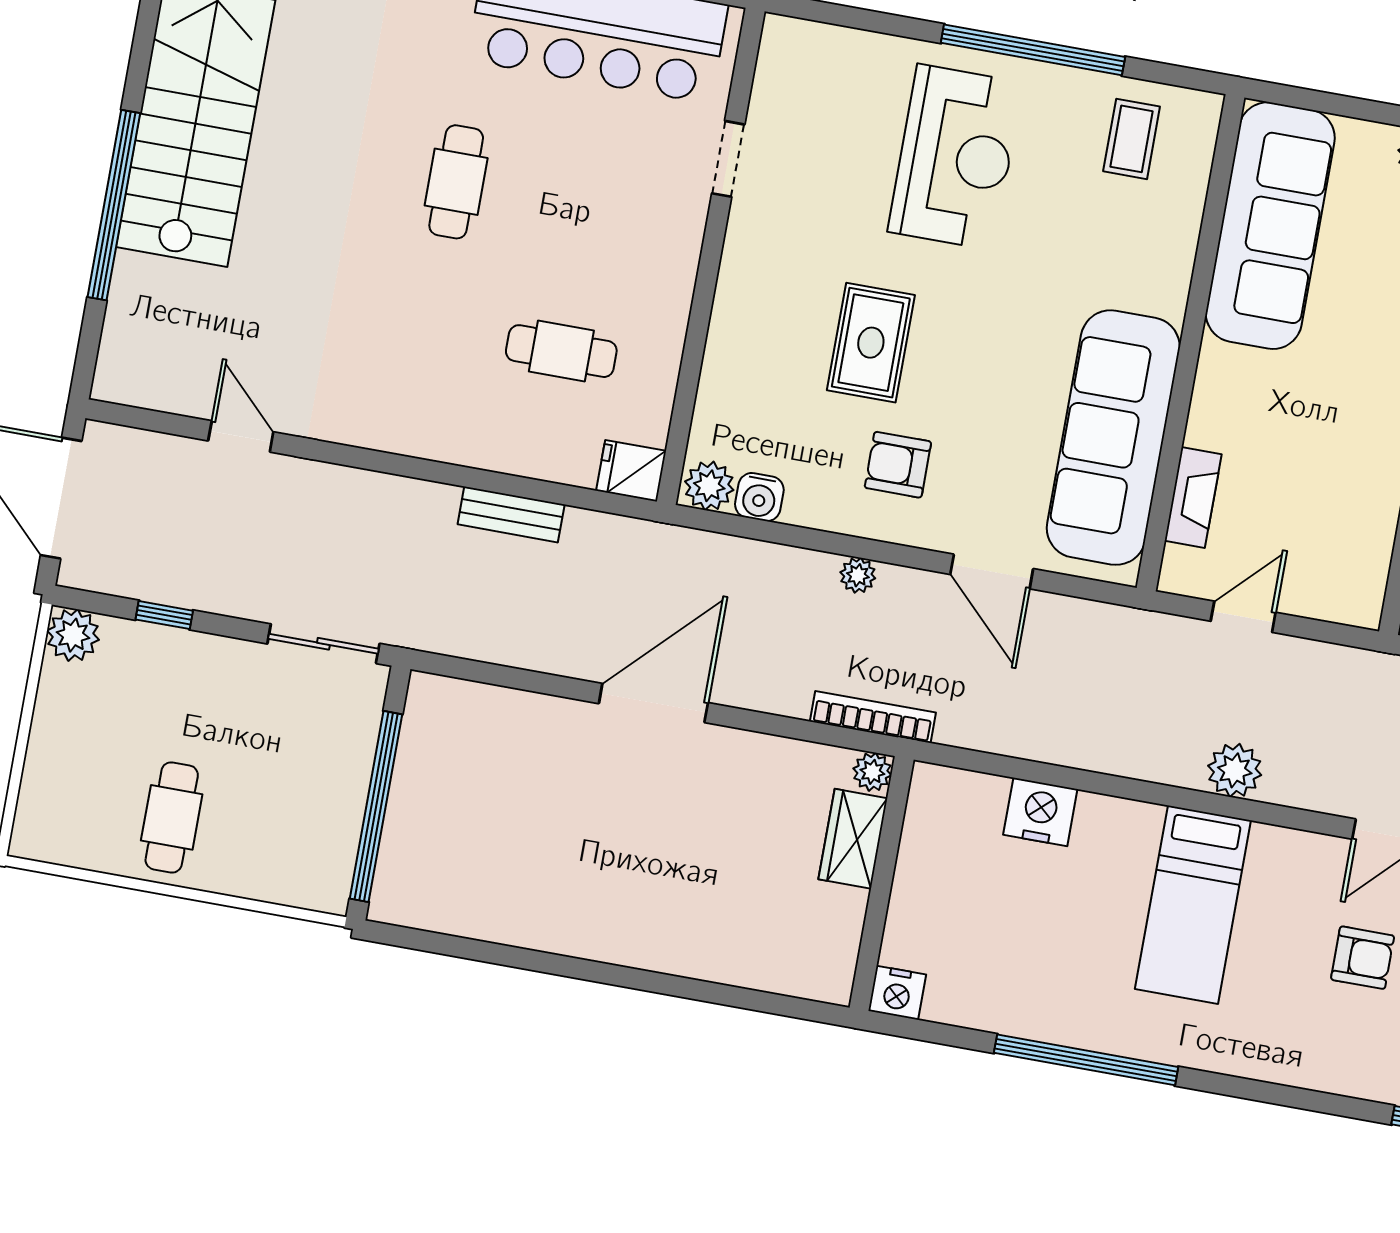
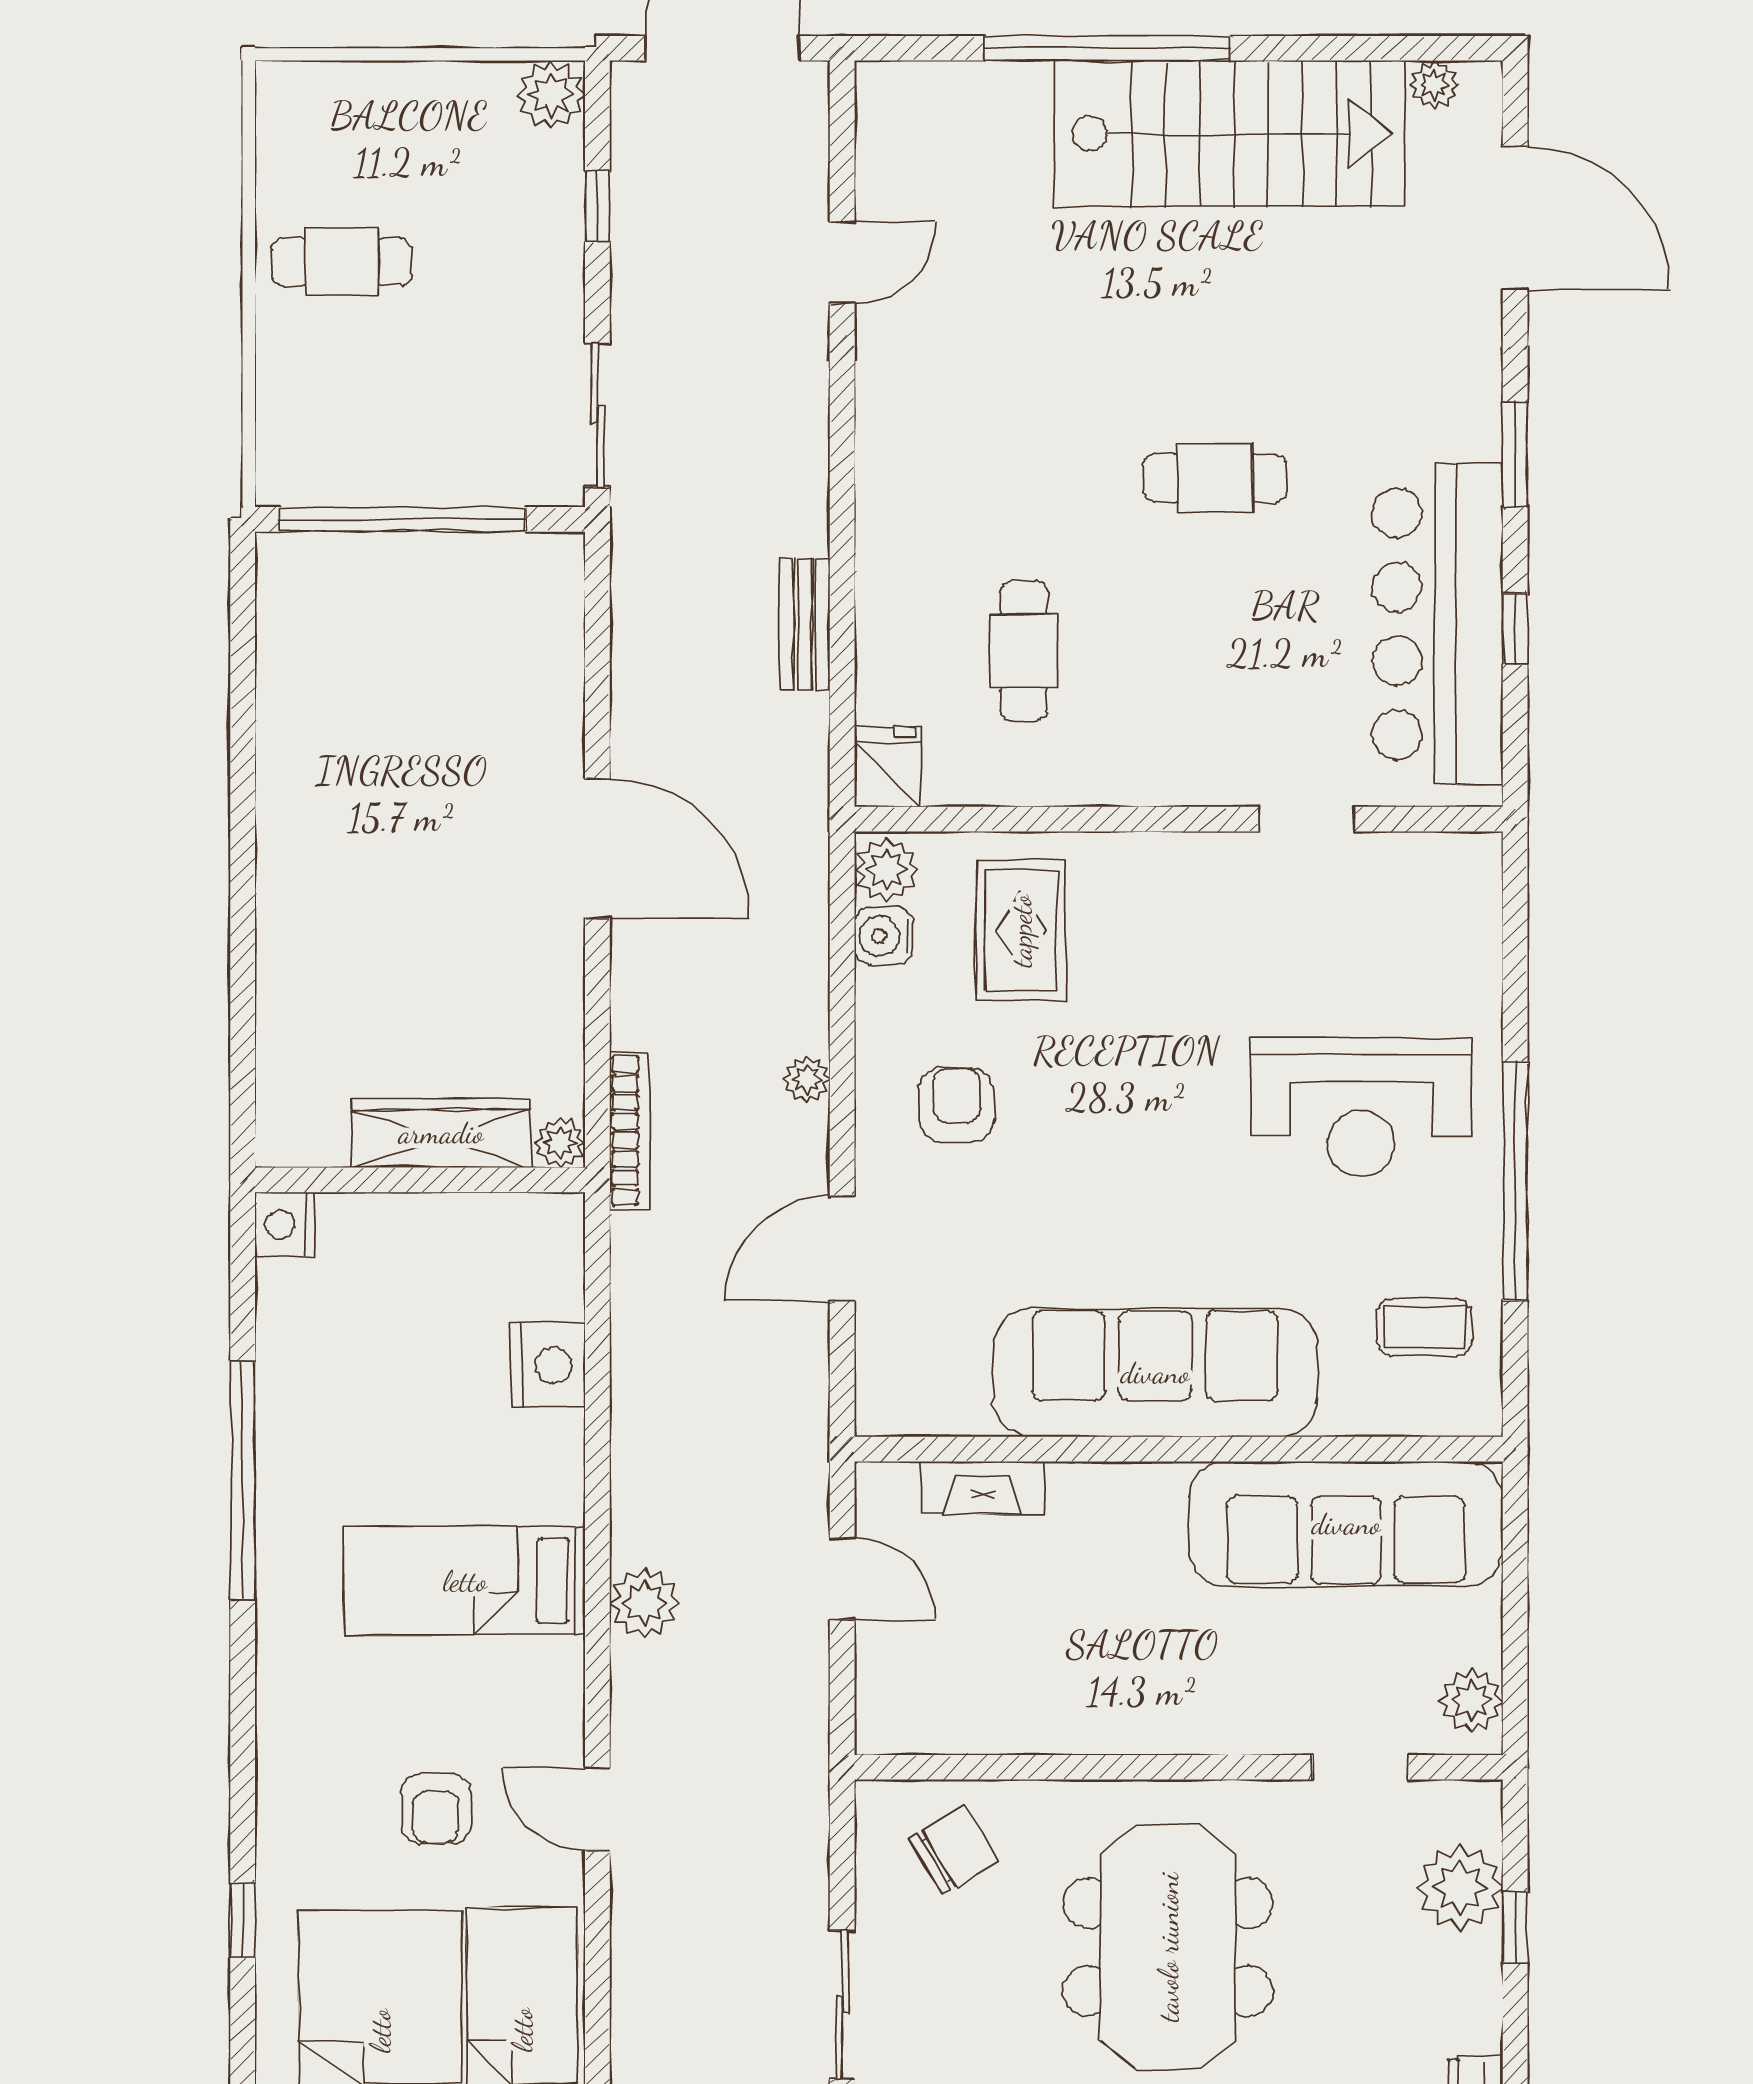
rug: (871, 343) -> (1021, 931), moved, turned 90
sofa: (1113, 438) -> (1155, 1373), moved
wardrobe: (853, 839) -> (441, 1133), width x1.50

